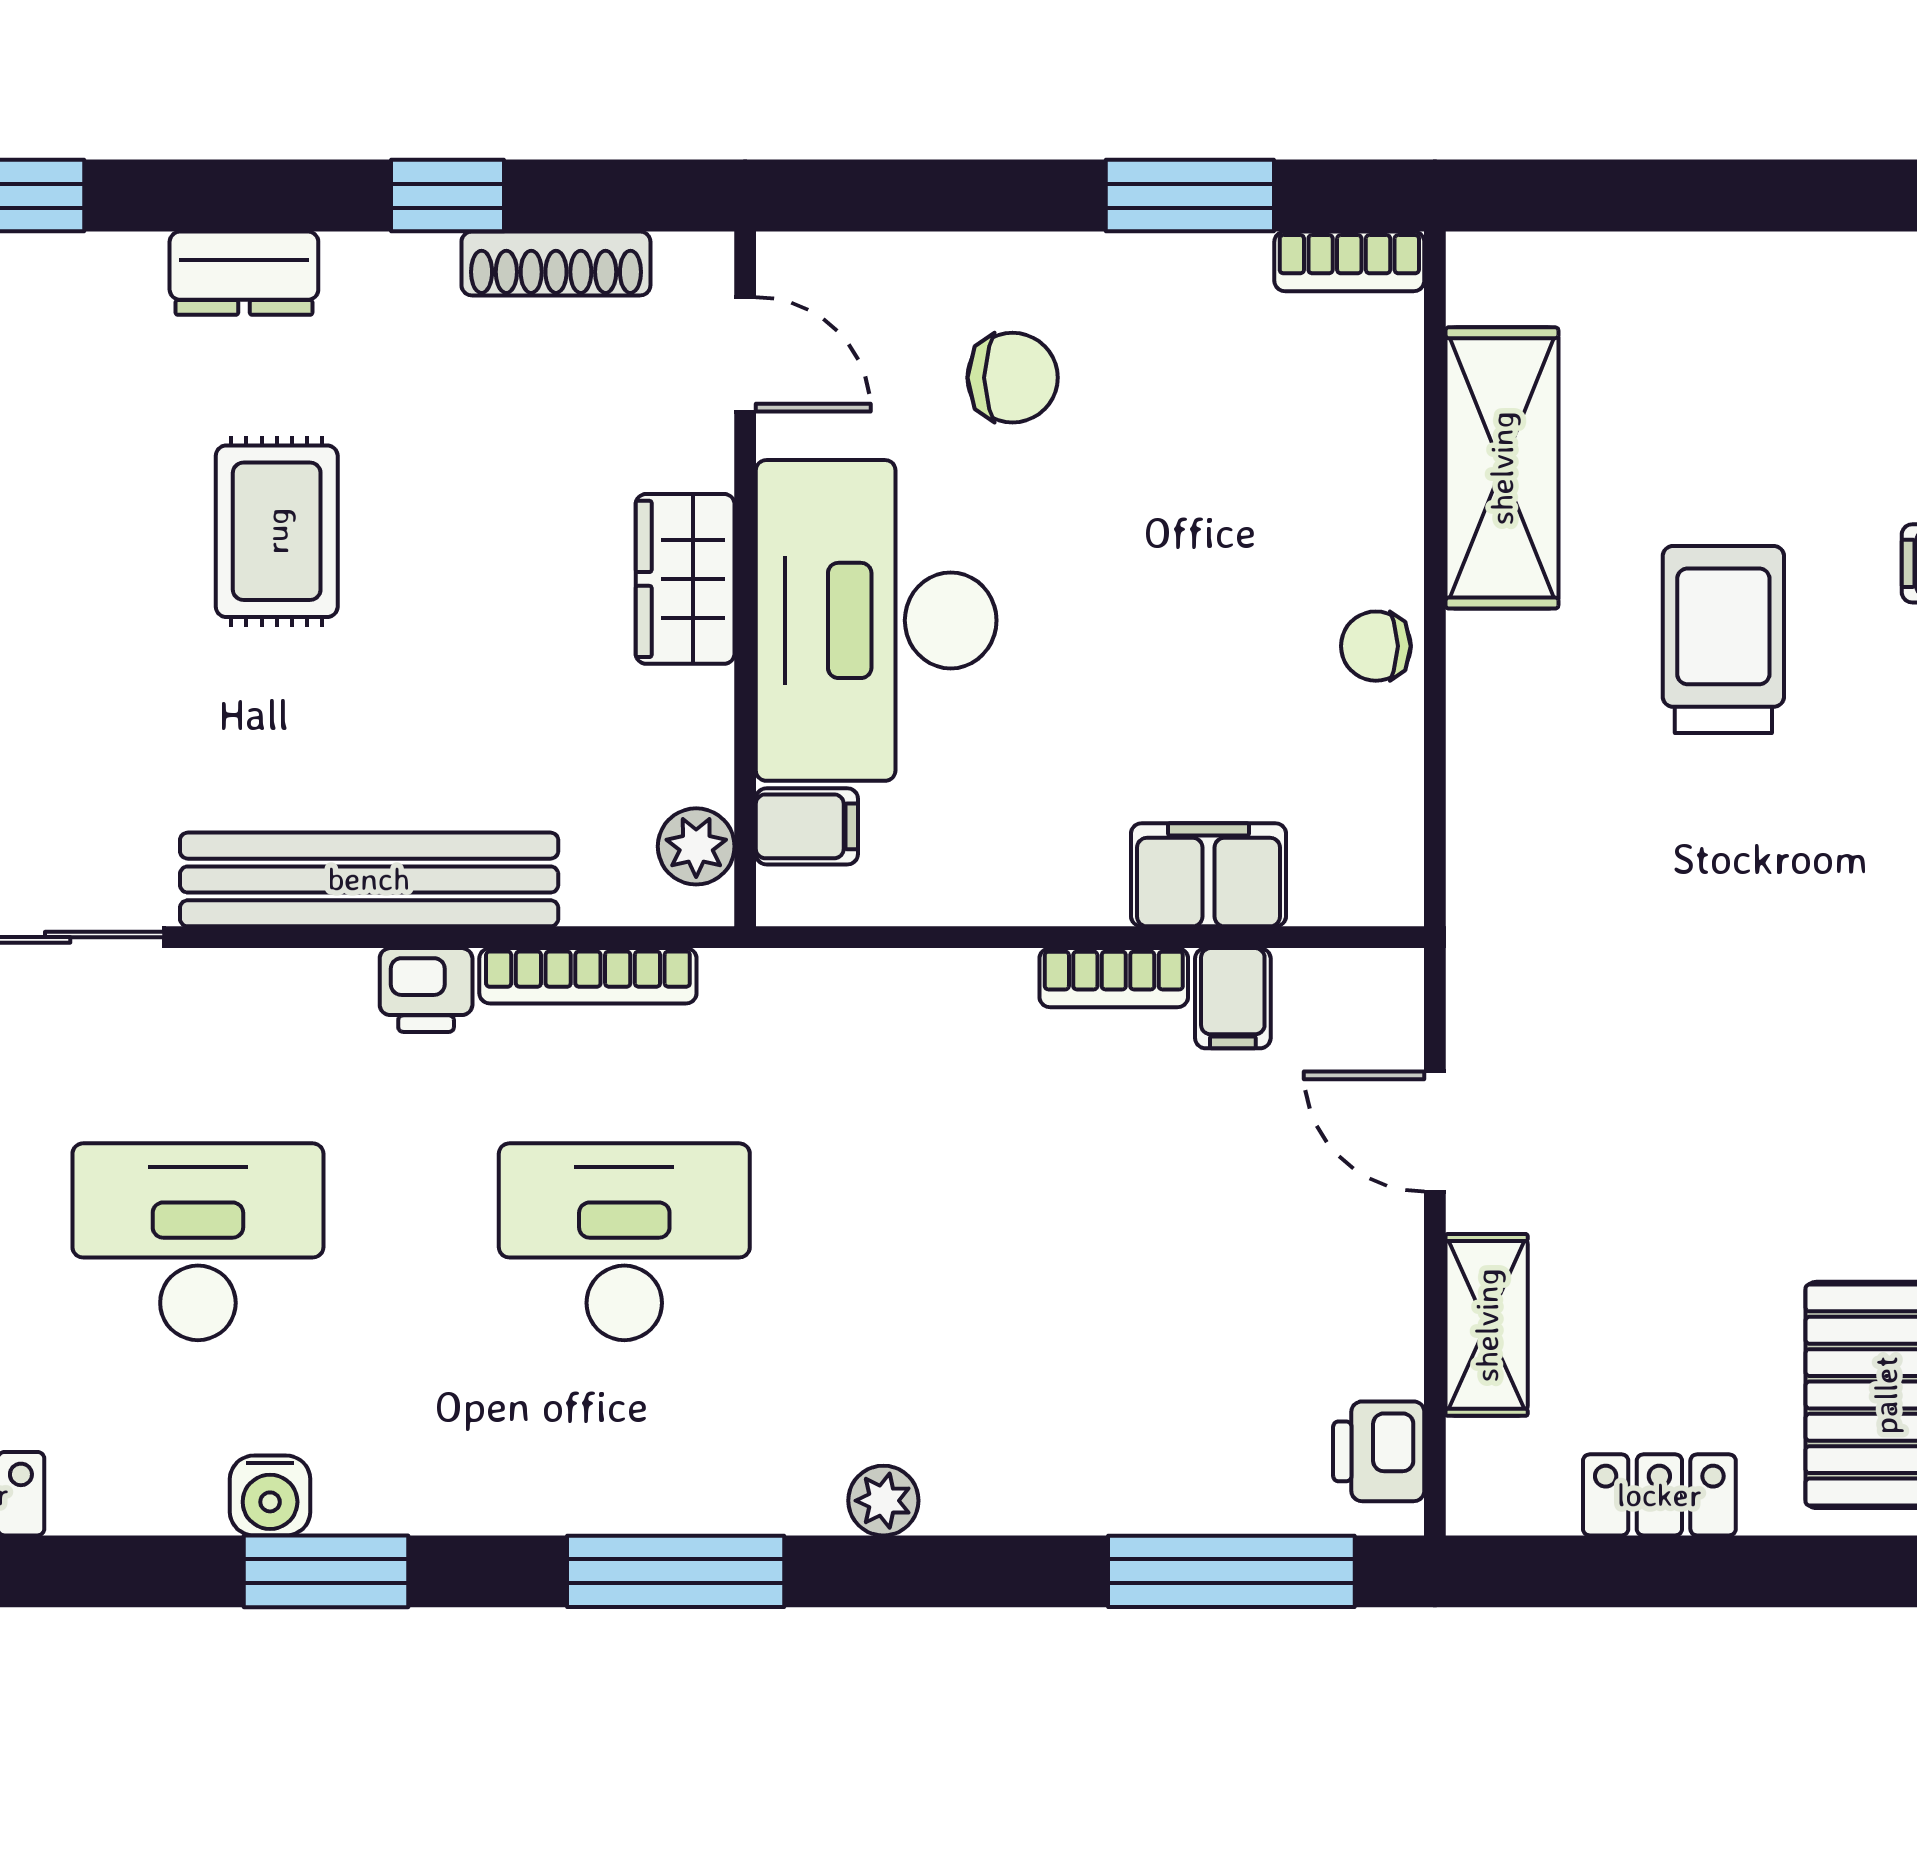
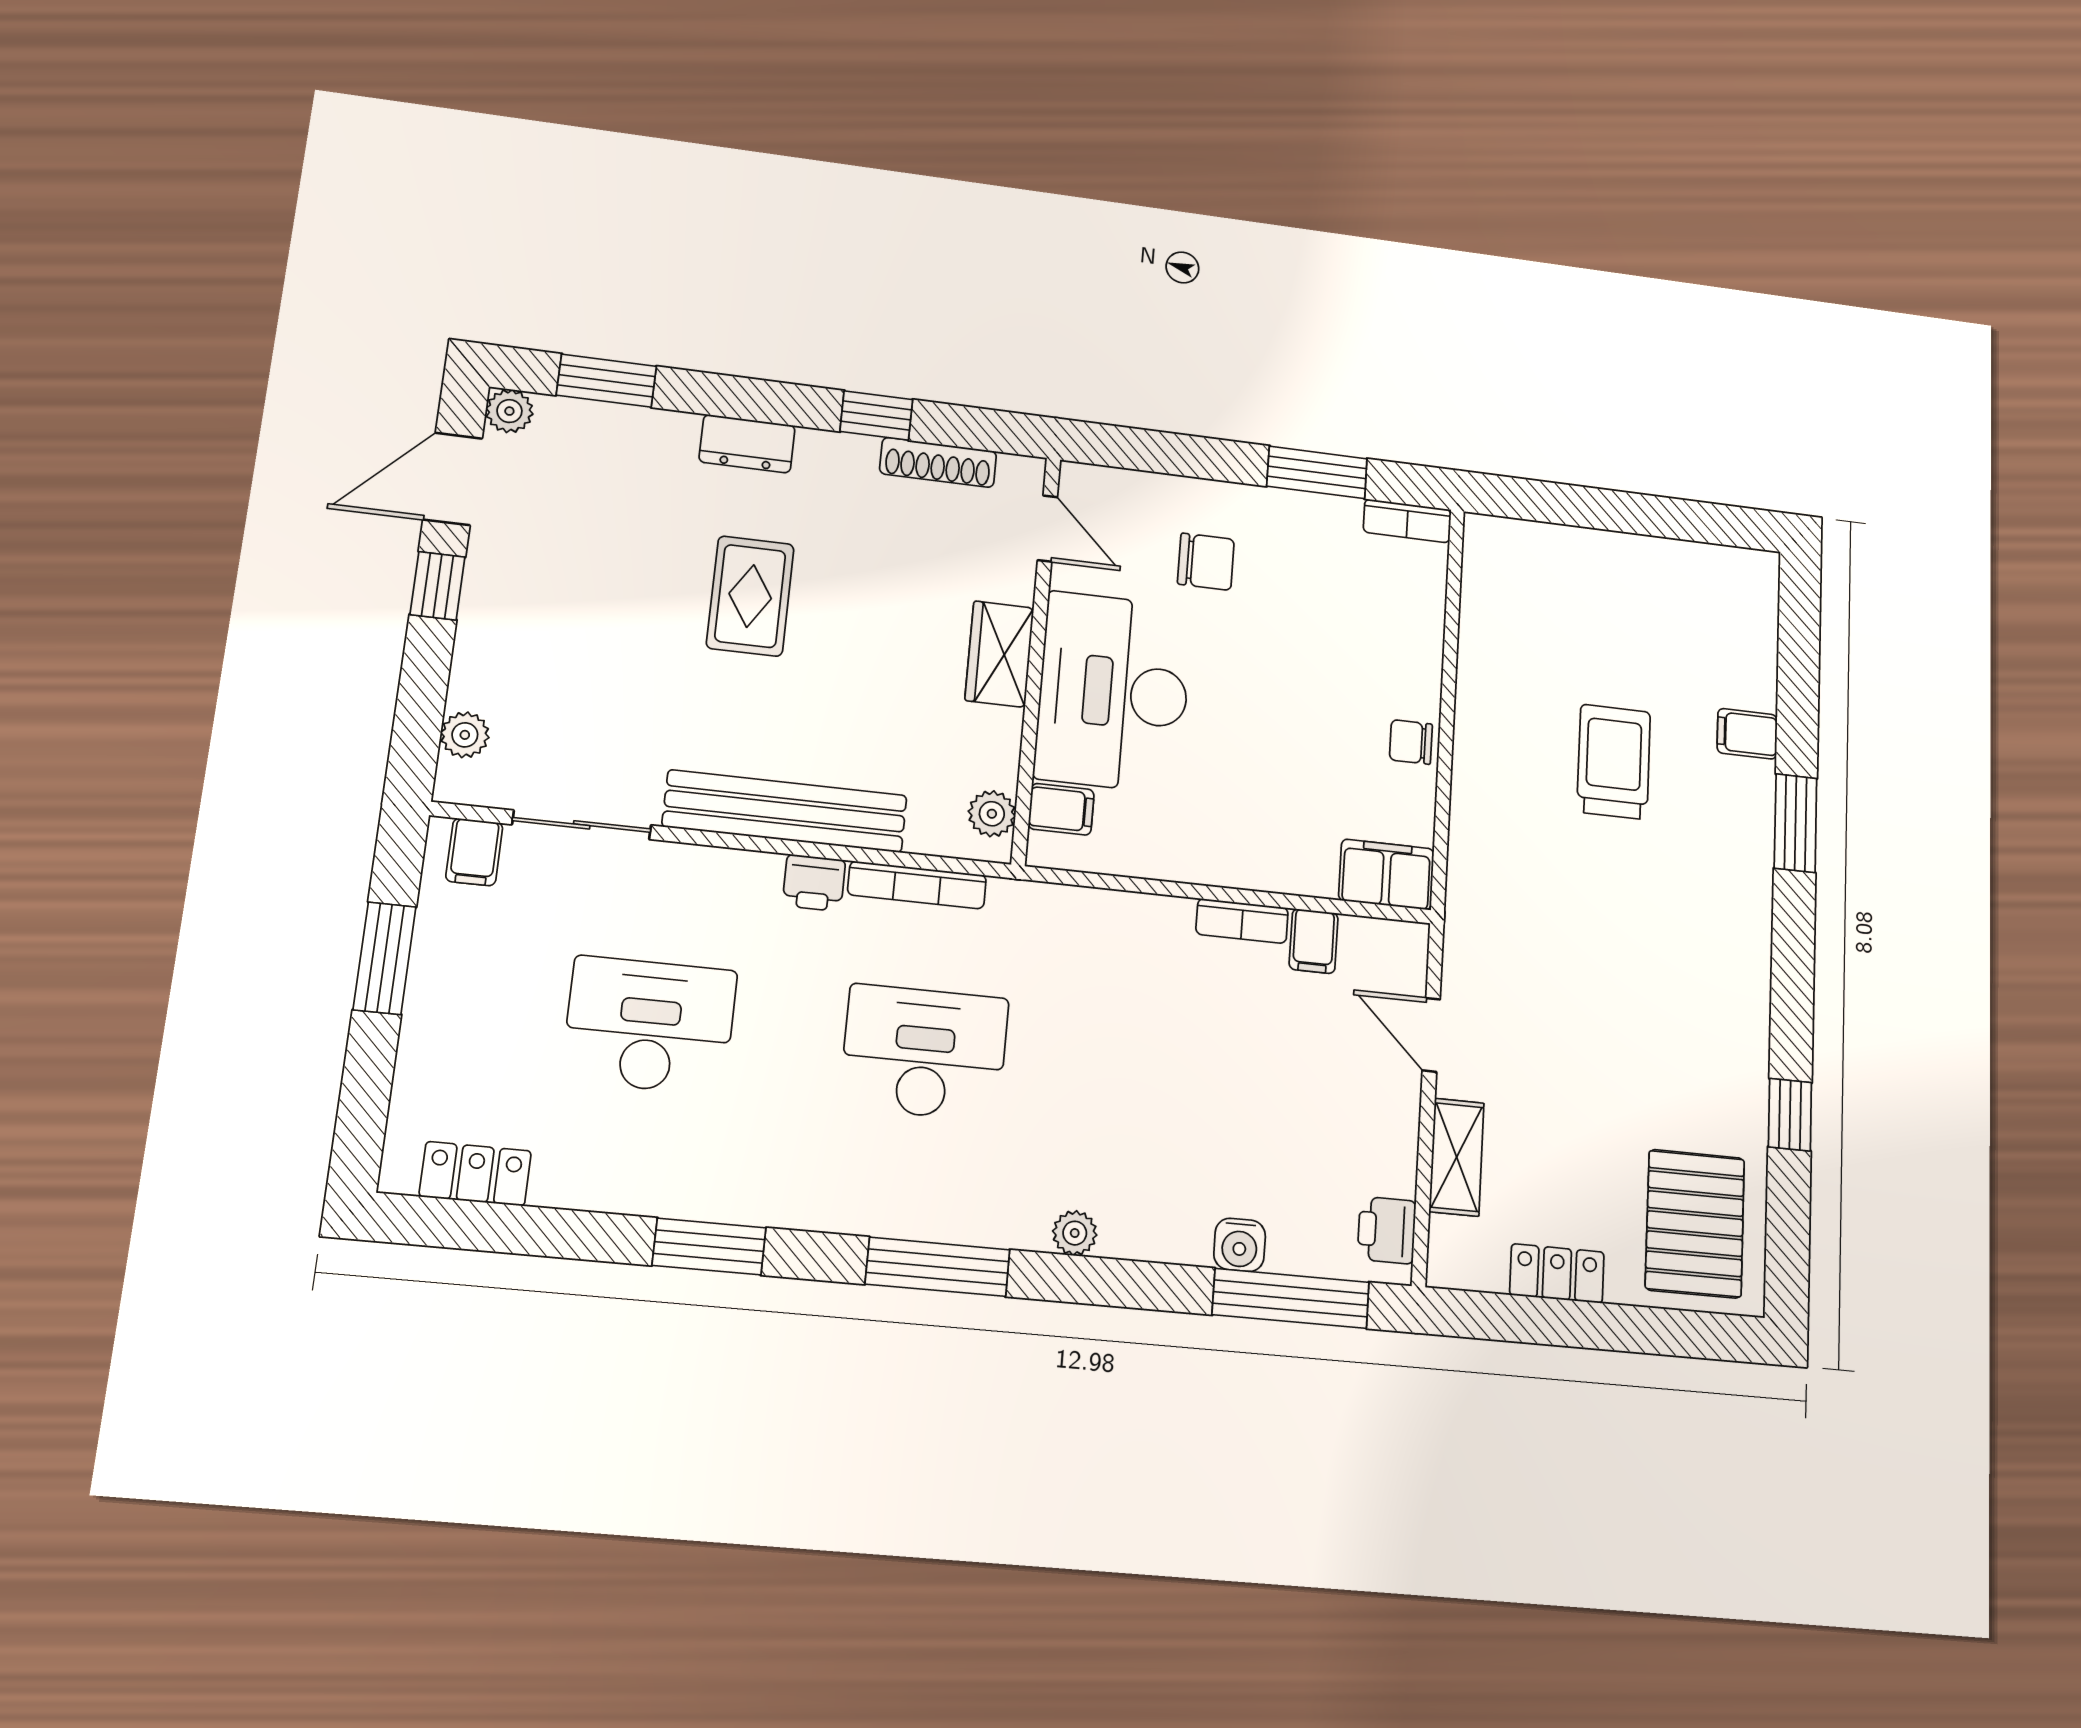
shelving: (1502, 468) -> (1490, 648), removed
filing cabinet: (1209, 875) -> (1386, 874), moved
water cooler: (270, 1495) -> (1240, 1245), moved

